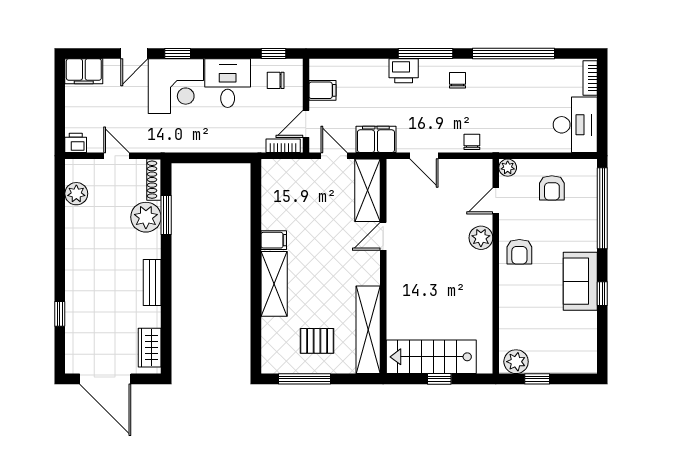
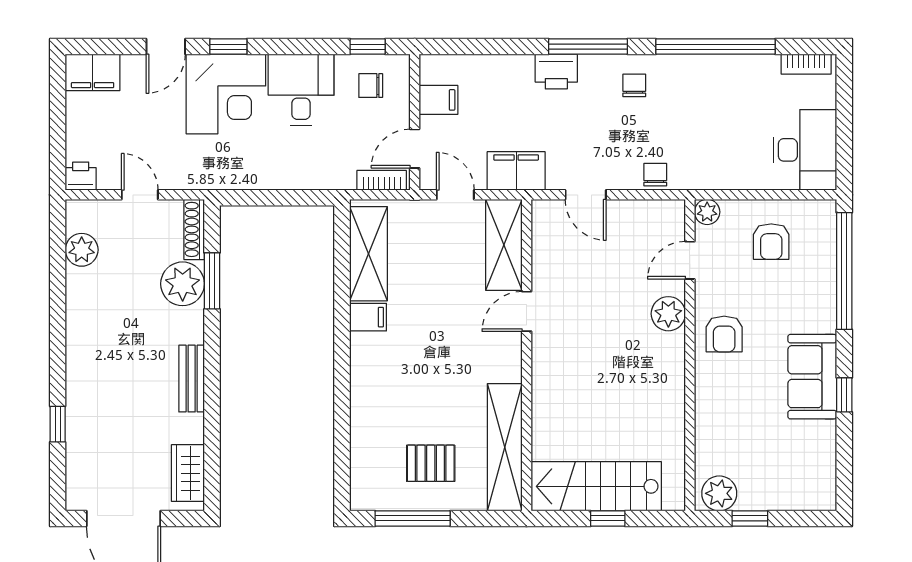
bookcase: (590, 78) -> (806, 64), moved, turned -90
shelving: (274, 284) -> (368, 254), moved

